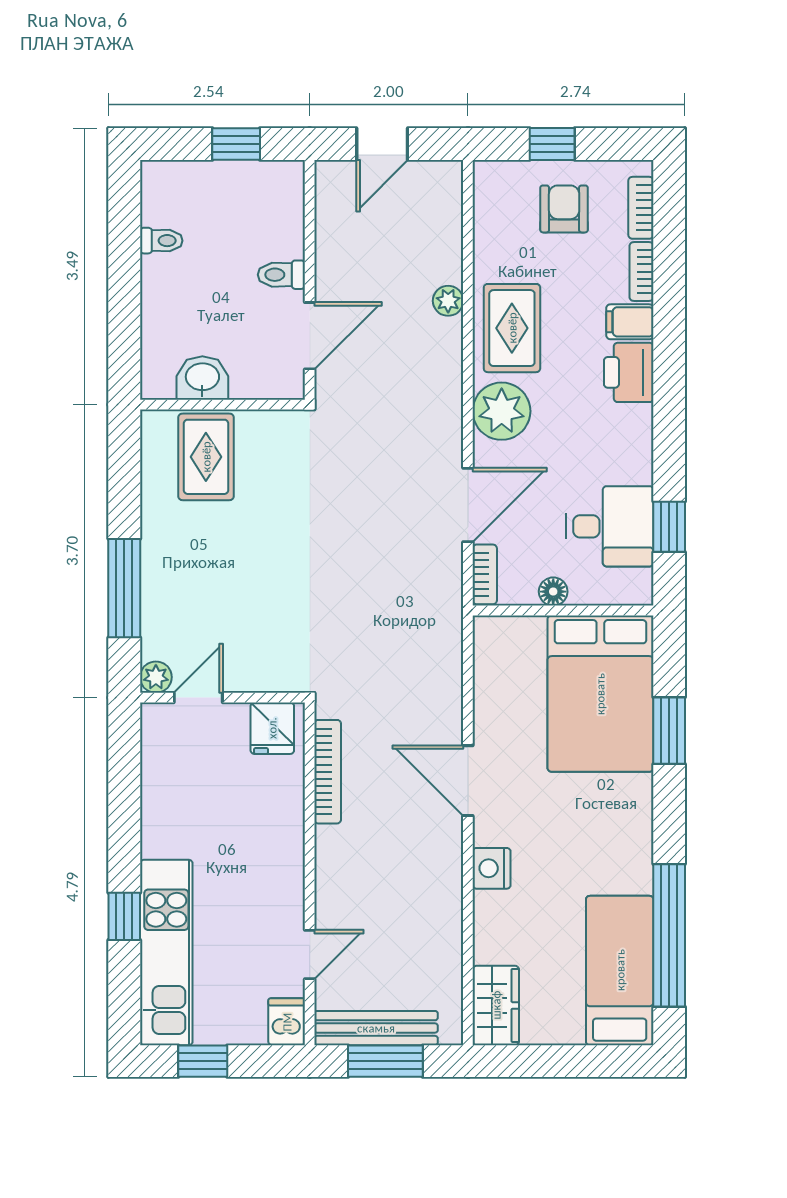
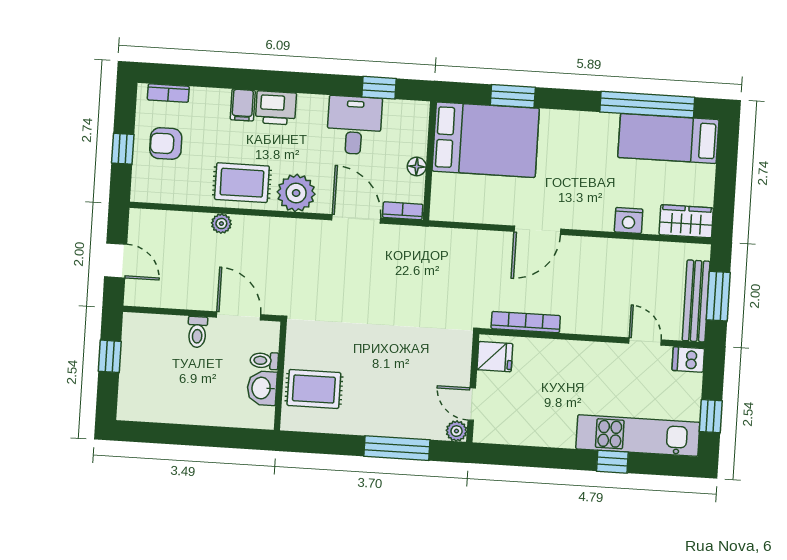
toilet: (161, 241) -> (264, 361), moved, turned -90
bookcase: (642, 272) -> (210, 95), removed
desk: (610, 526) -> (354, 125), moved
nightstand: (492, 868) -> (629, 220), moved

